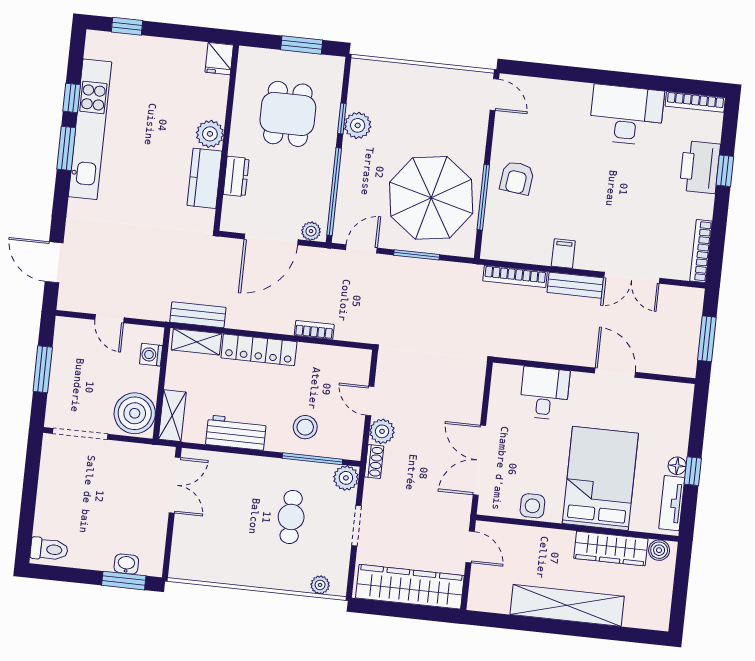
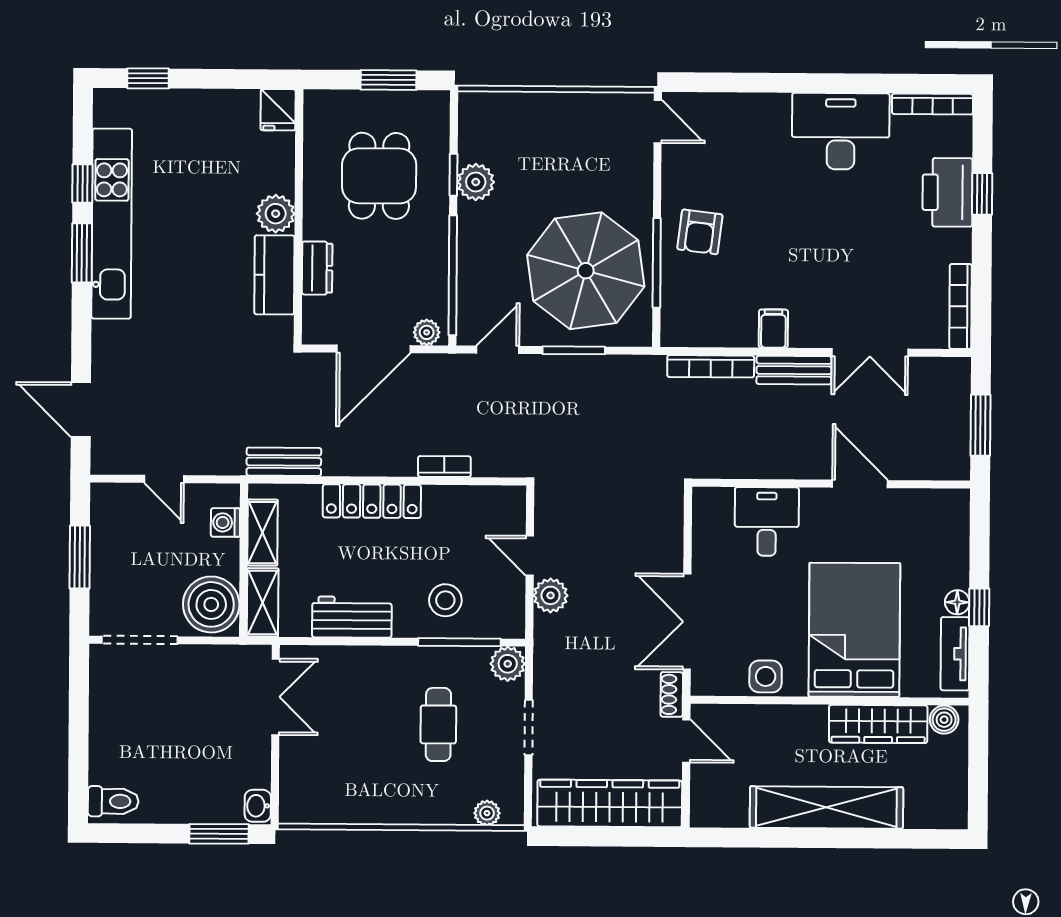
shelving: (196, 342) -> (263, 533), moved, turned 90
shoe rack: (374, 462) -> (672, 694), moved, turned 180
washbasin: (126, 564) -> (258, 806), moved, turned -90

